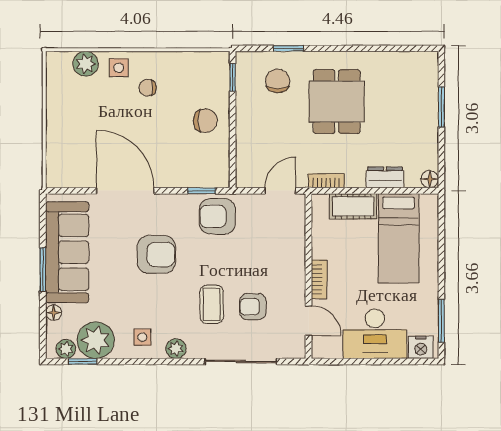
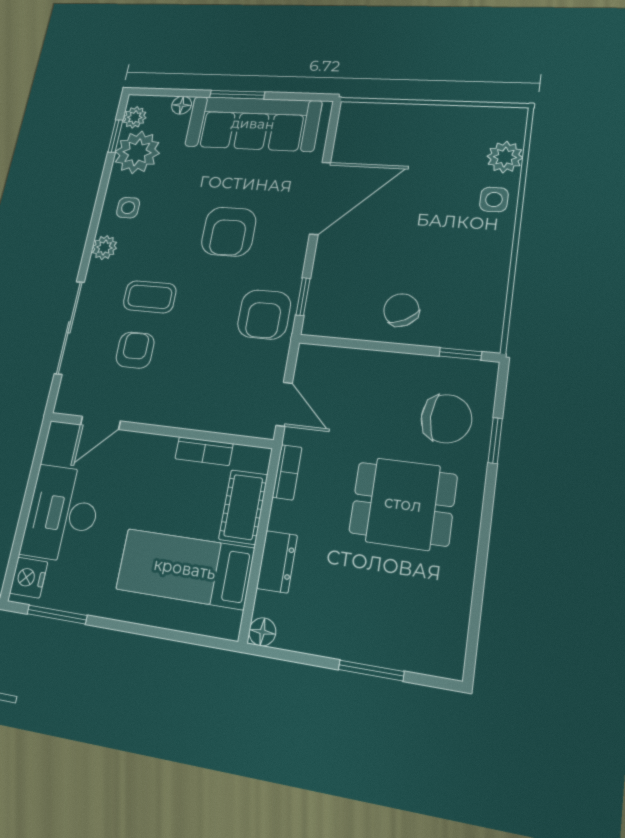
chair: (278, 81) -> (446, 419), width x1.37, depth x1.37
chair: (148, 88) -> (460, 236), removed
chair: (205, 121) -> (401, 310), turned 152
armchair: (217, 216) -> (264, 314), turned 180
bookcase: (319, 279) -> (204, 451), moved

